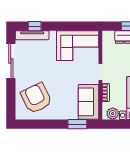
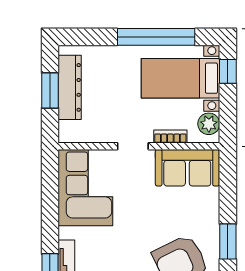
window: (77, 124) -> (228, 241), moved

